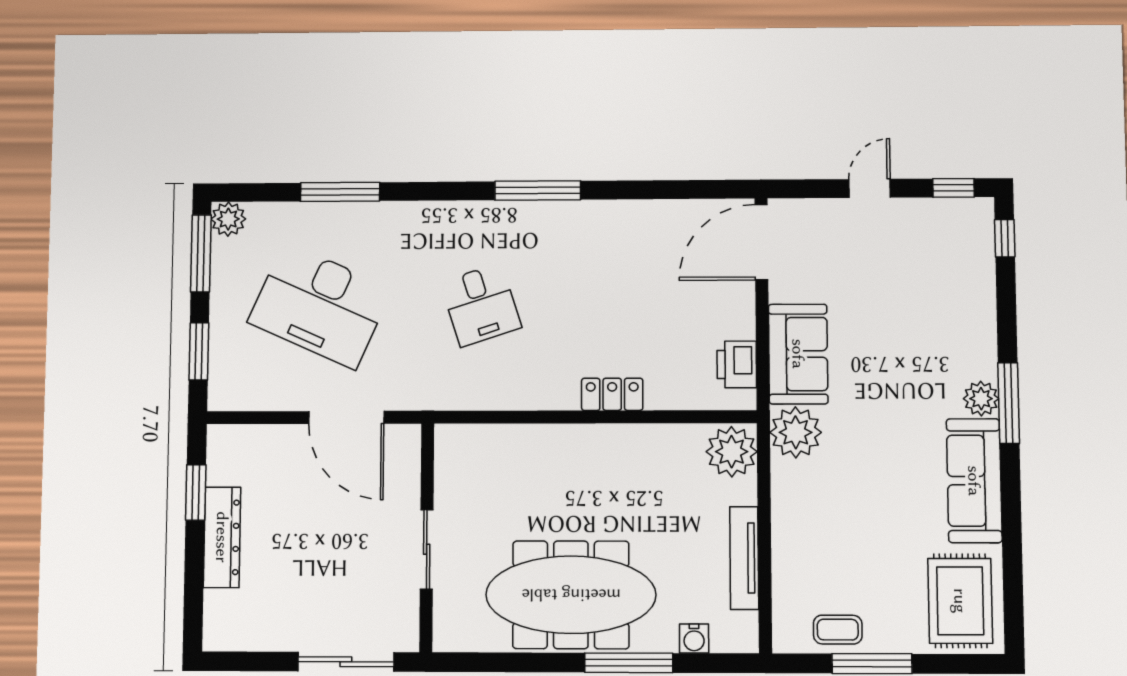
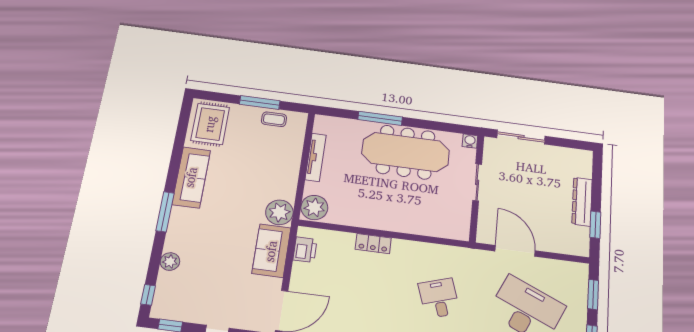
plant: (981, 399) -> (170, 262), moved
water cooler: (694, 638) -> (470, 141), moved

